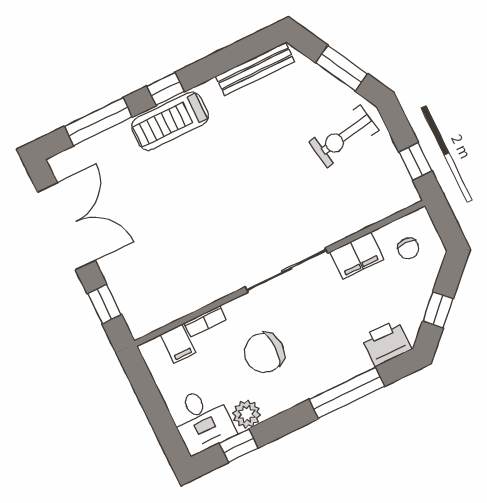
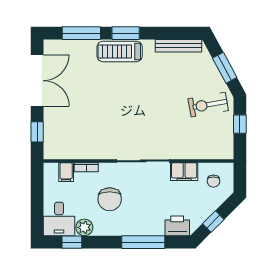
window: (166, 89) -> (126, 33), width x1.50
window: (415, 161) -> (240, 124), moved
chair: (264, 353) -> (110, 199), turned -90

